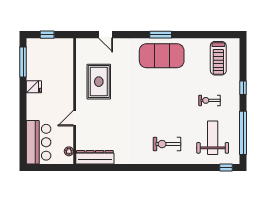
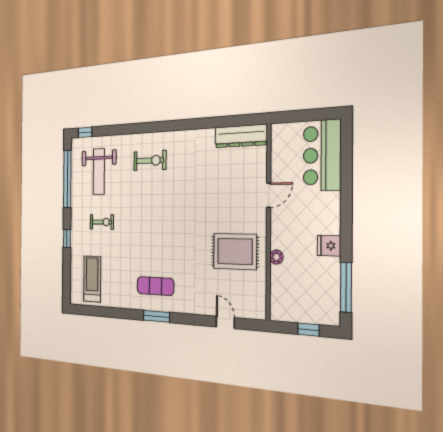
exercise mat: (162, 56) -> (155, 286), width x0.50, depth x0.69
rug: (99, 82) -> (235, 251), turned 90
plant: (69, 151) -> (276, 257), moved

